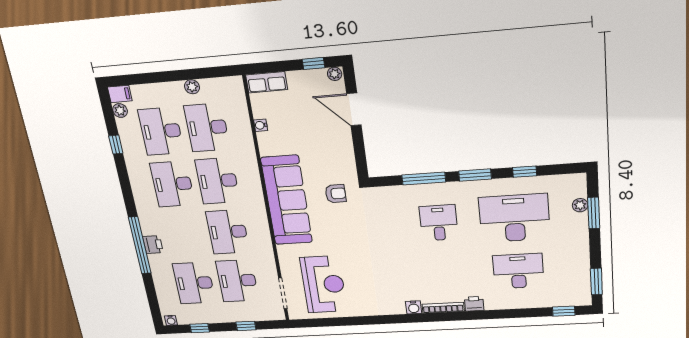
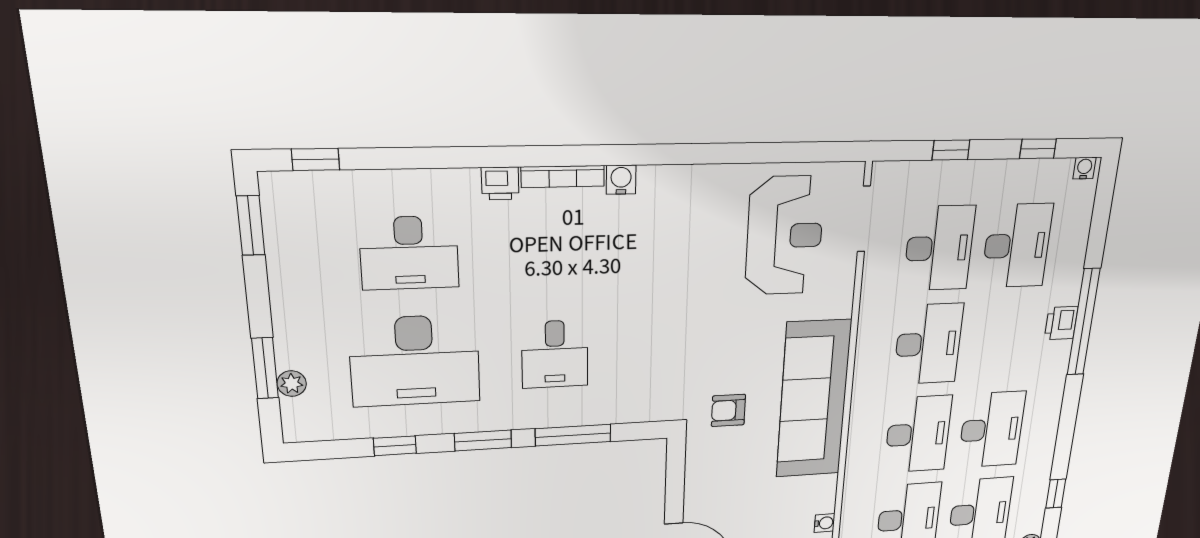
reception desk: (324, 284) -> (785, 236), turned 180

